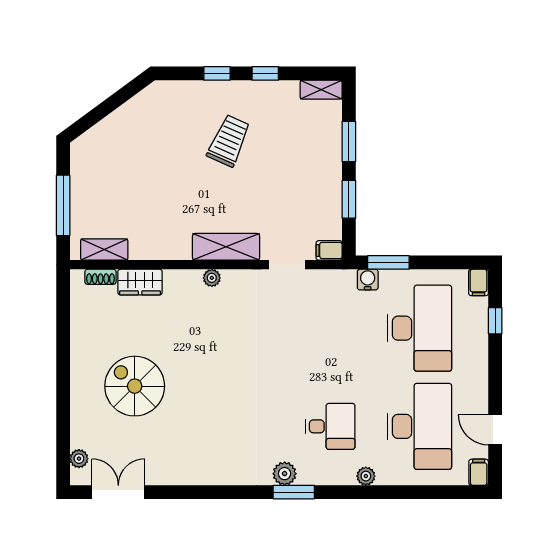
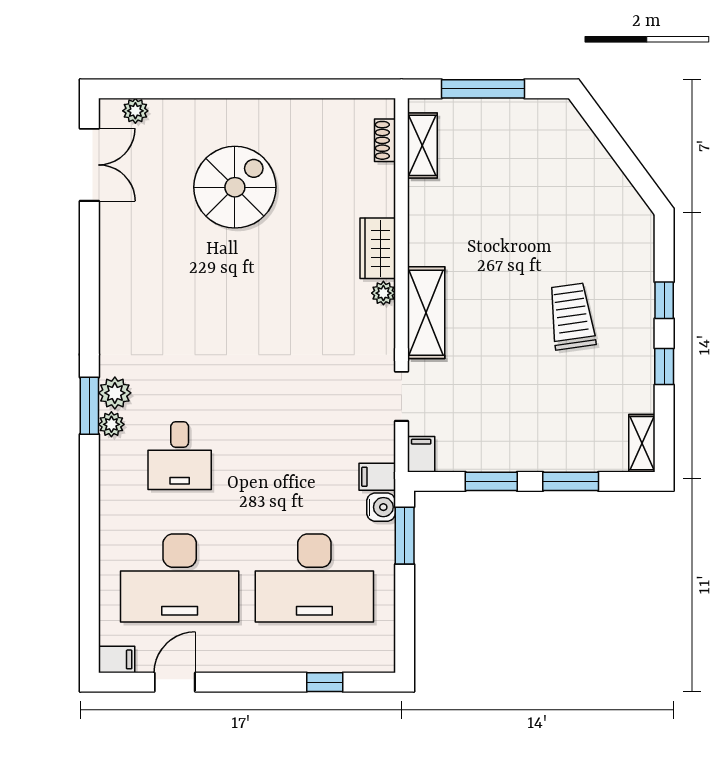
trolley: (229, 141) -> (572, 316), turned -122
wardrobe: (140, 282) -> (378, 248), moved
filing cabinet: (479, 282) -> (377, 477), moved
plant: (366, 476) -> (111, 424), moved

